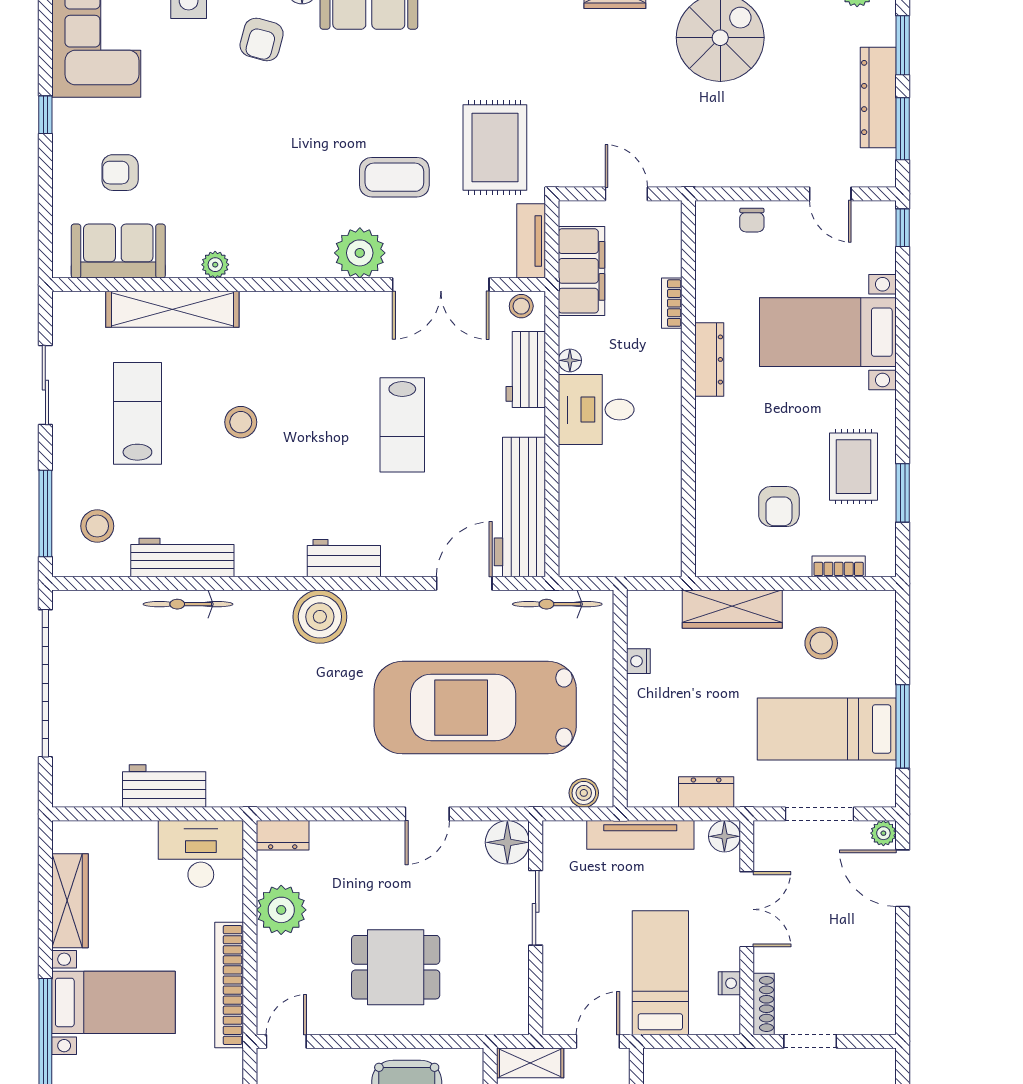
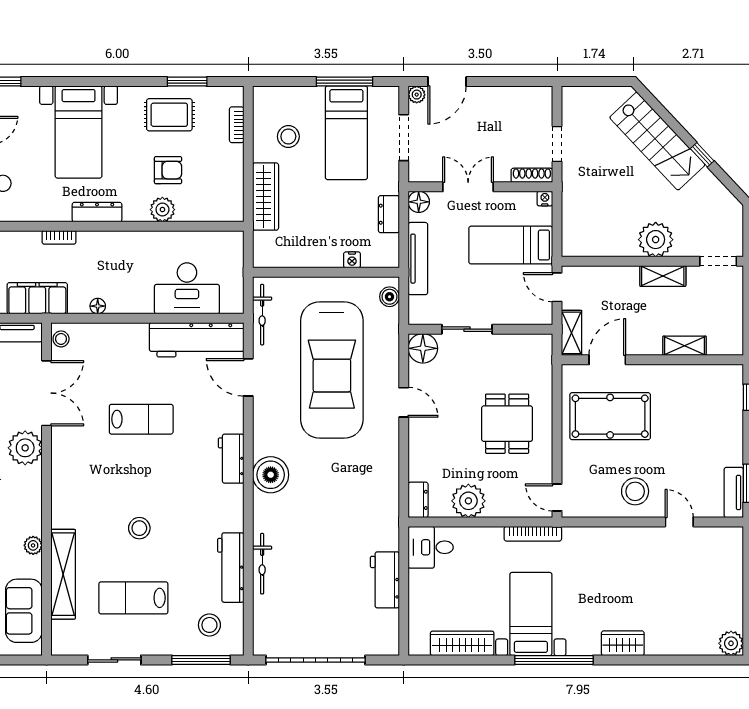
workbench: (526, 370) -> (104, 336), removed
desk: (596, 410) -> (187, 288), moved, width x1.37
plant: (713, 456) -> (162, 210), added
armchair: (779, 507) -> (168, 170), moved
nightstand: (638, 661) -> (352, 260), moved
desk: (201, 854) -> (431, 547), width x0.73
nightstand: (729, 983) -> (545, 199), moved
bookcase: (229, 985) -> (533, 534), width x0.68, depth x0.76

